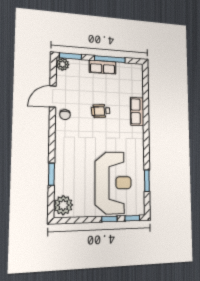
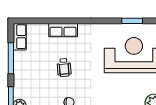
row of seats: (103, 67) -> (20, 37), moved

